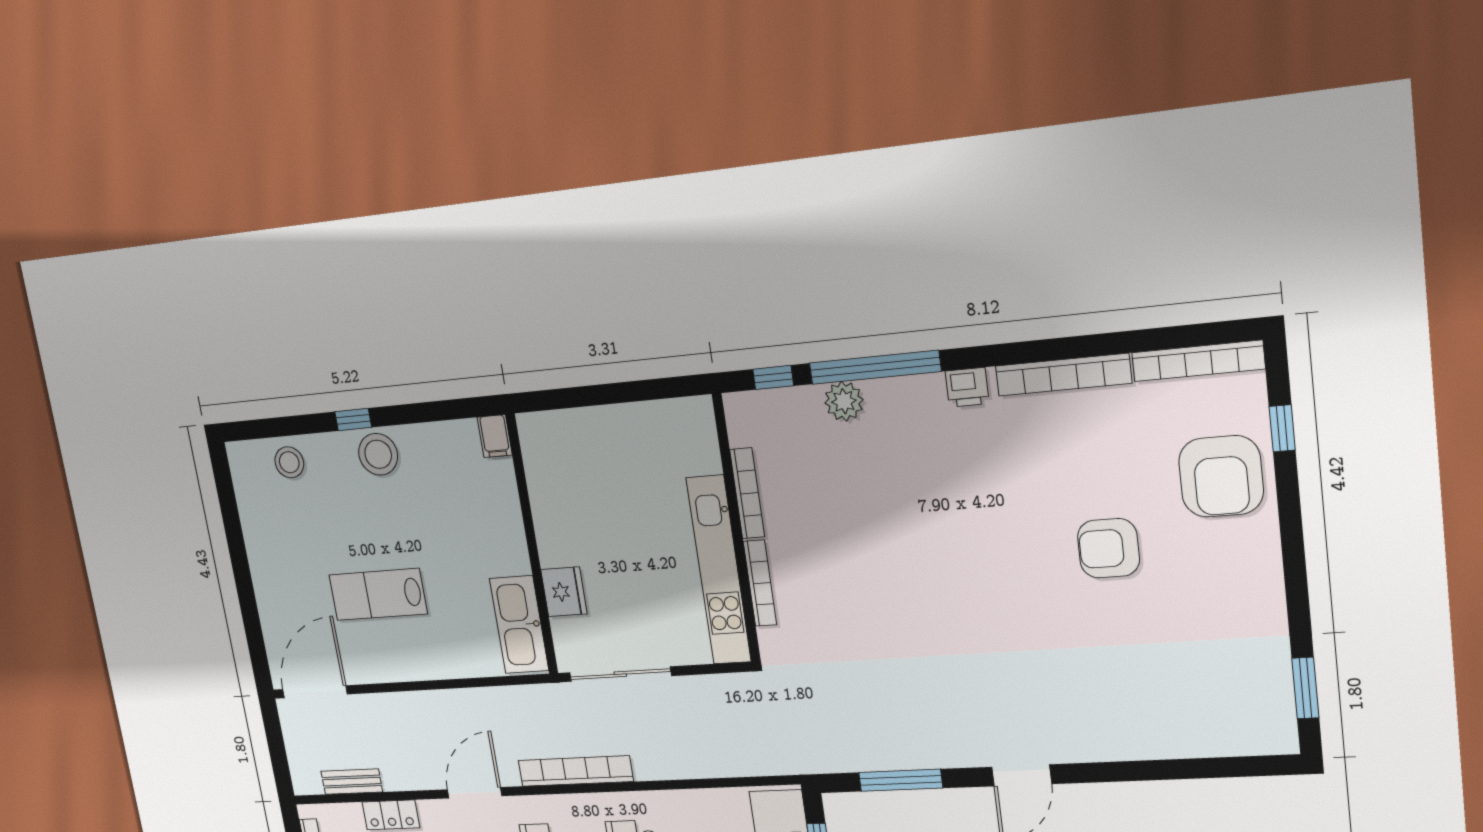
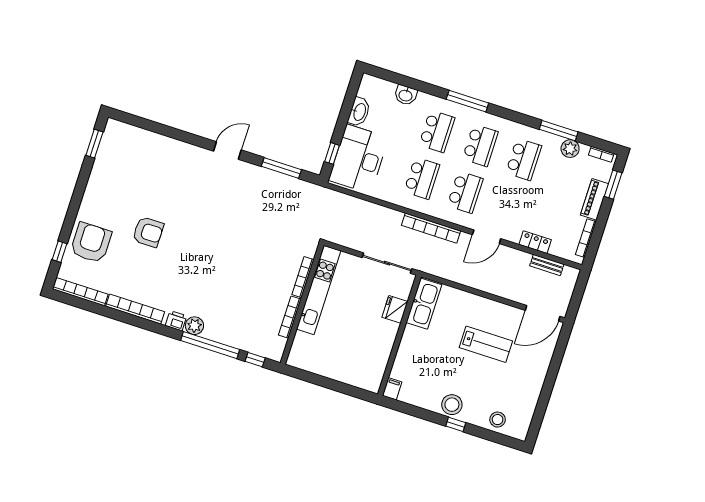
plant: (844, 401) -> (194, 326), moved

